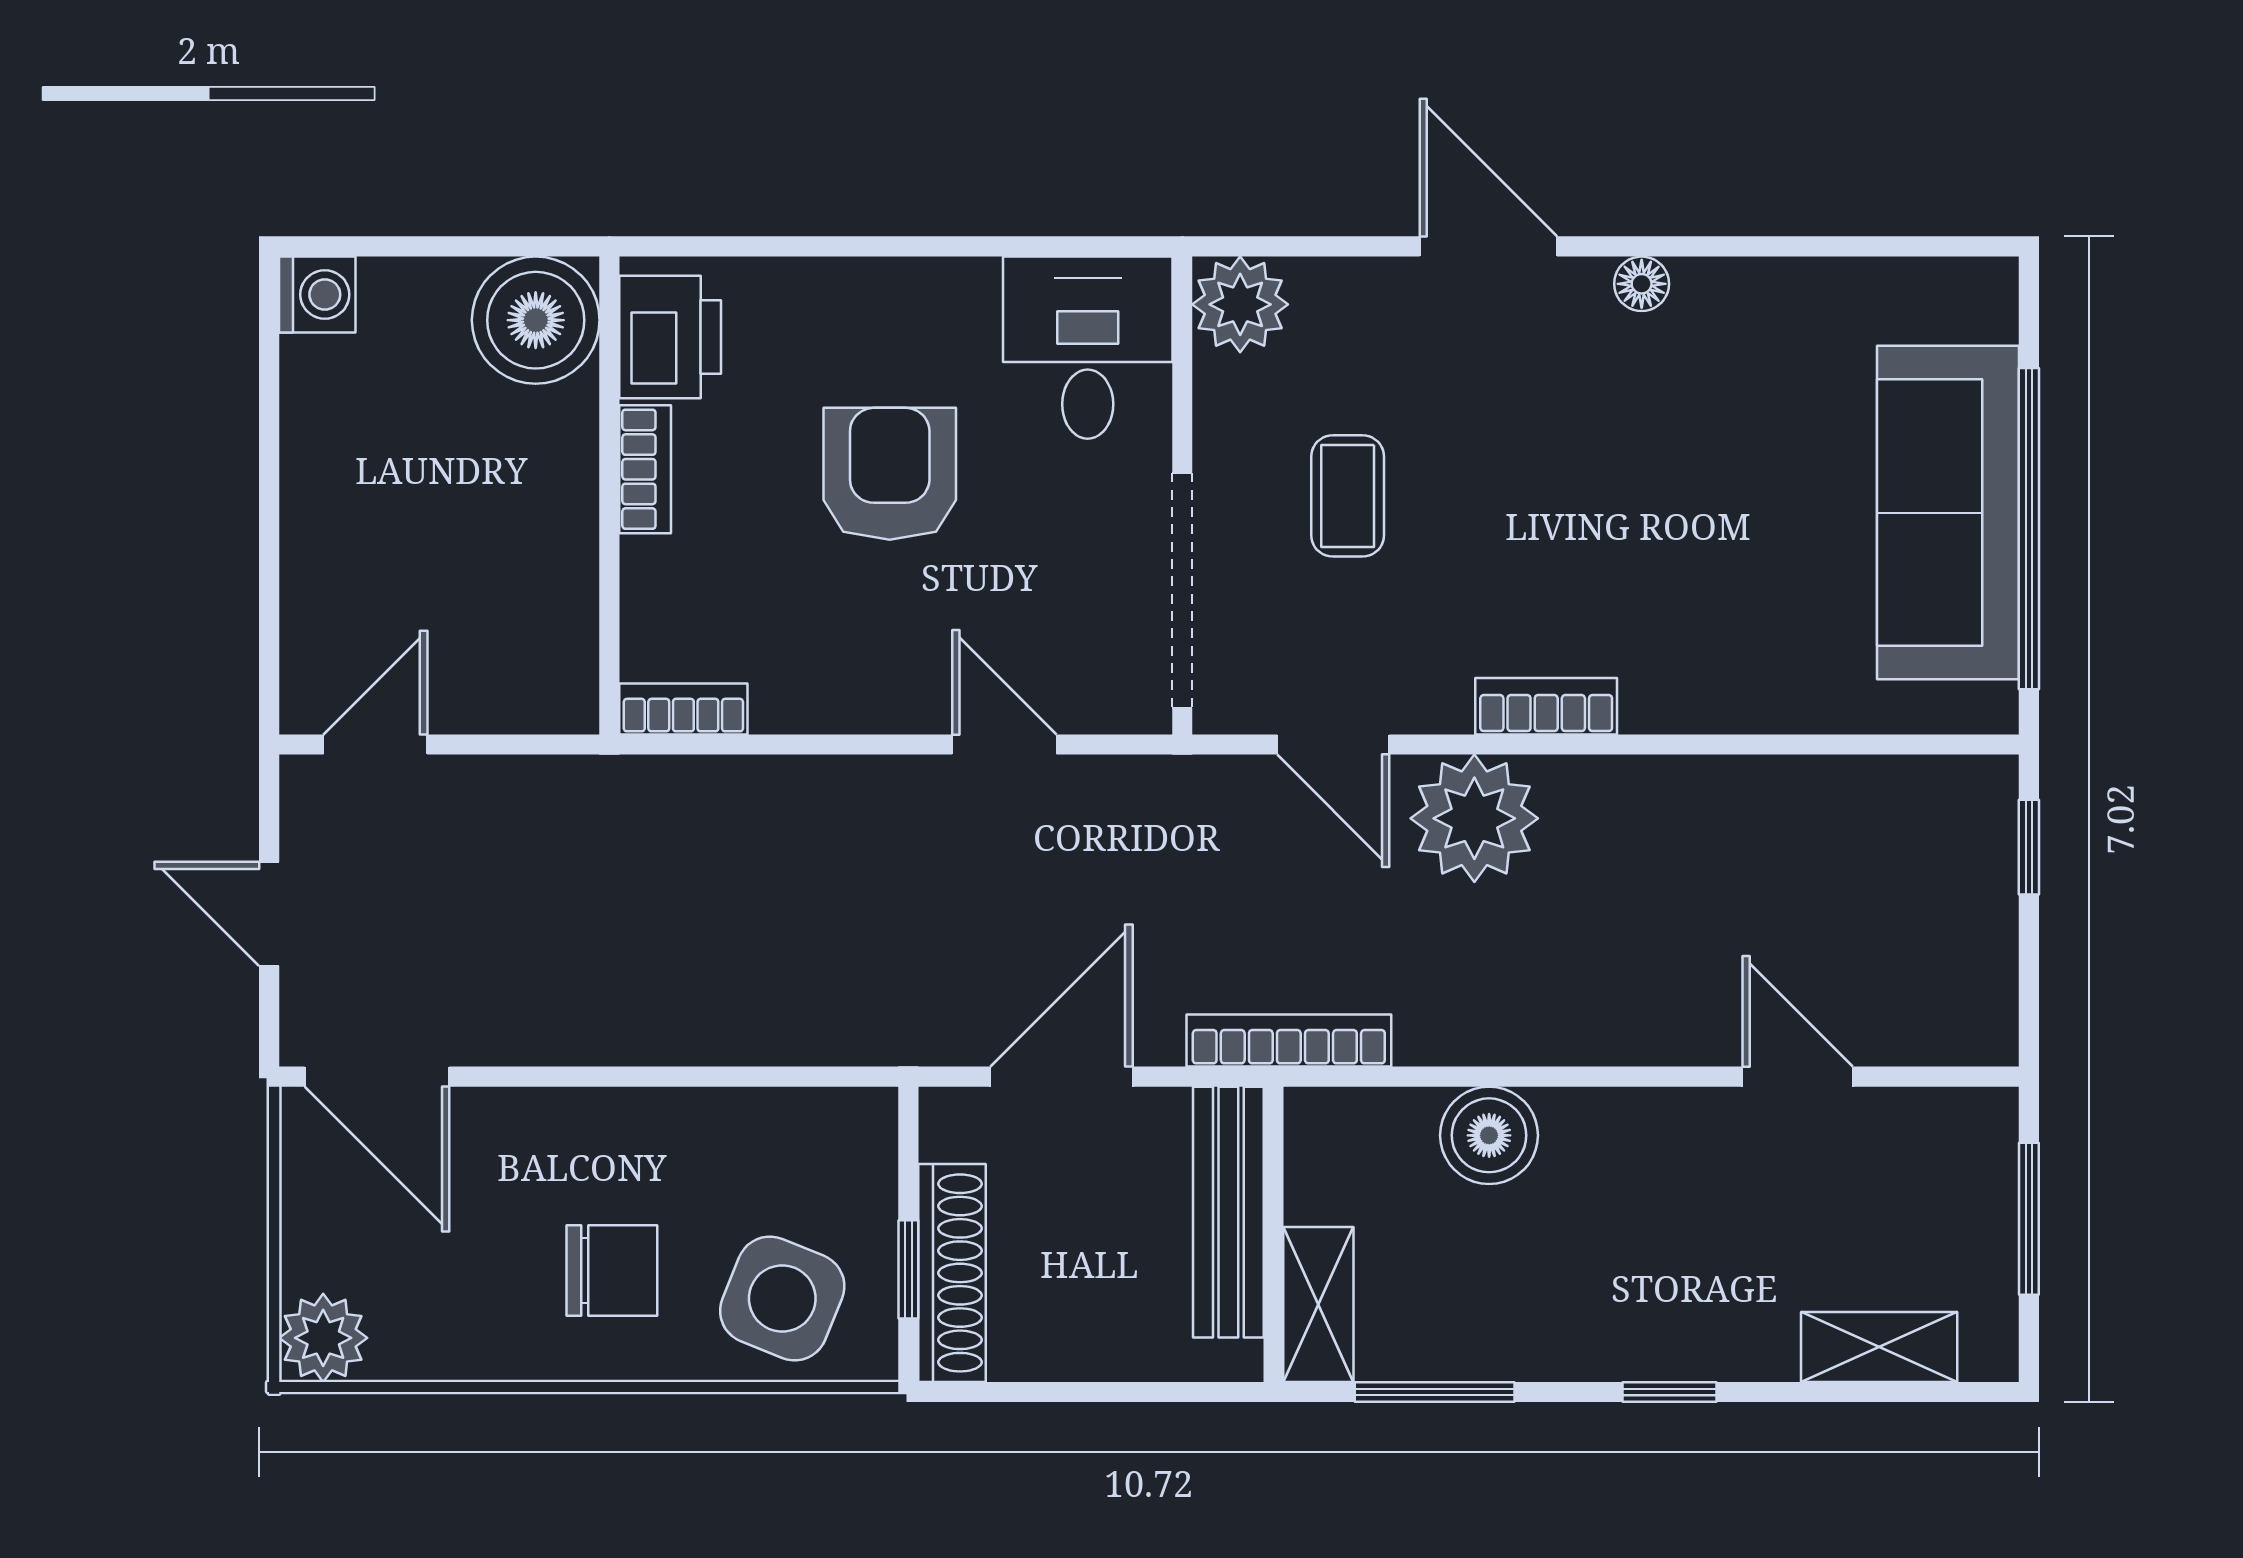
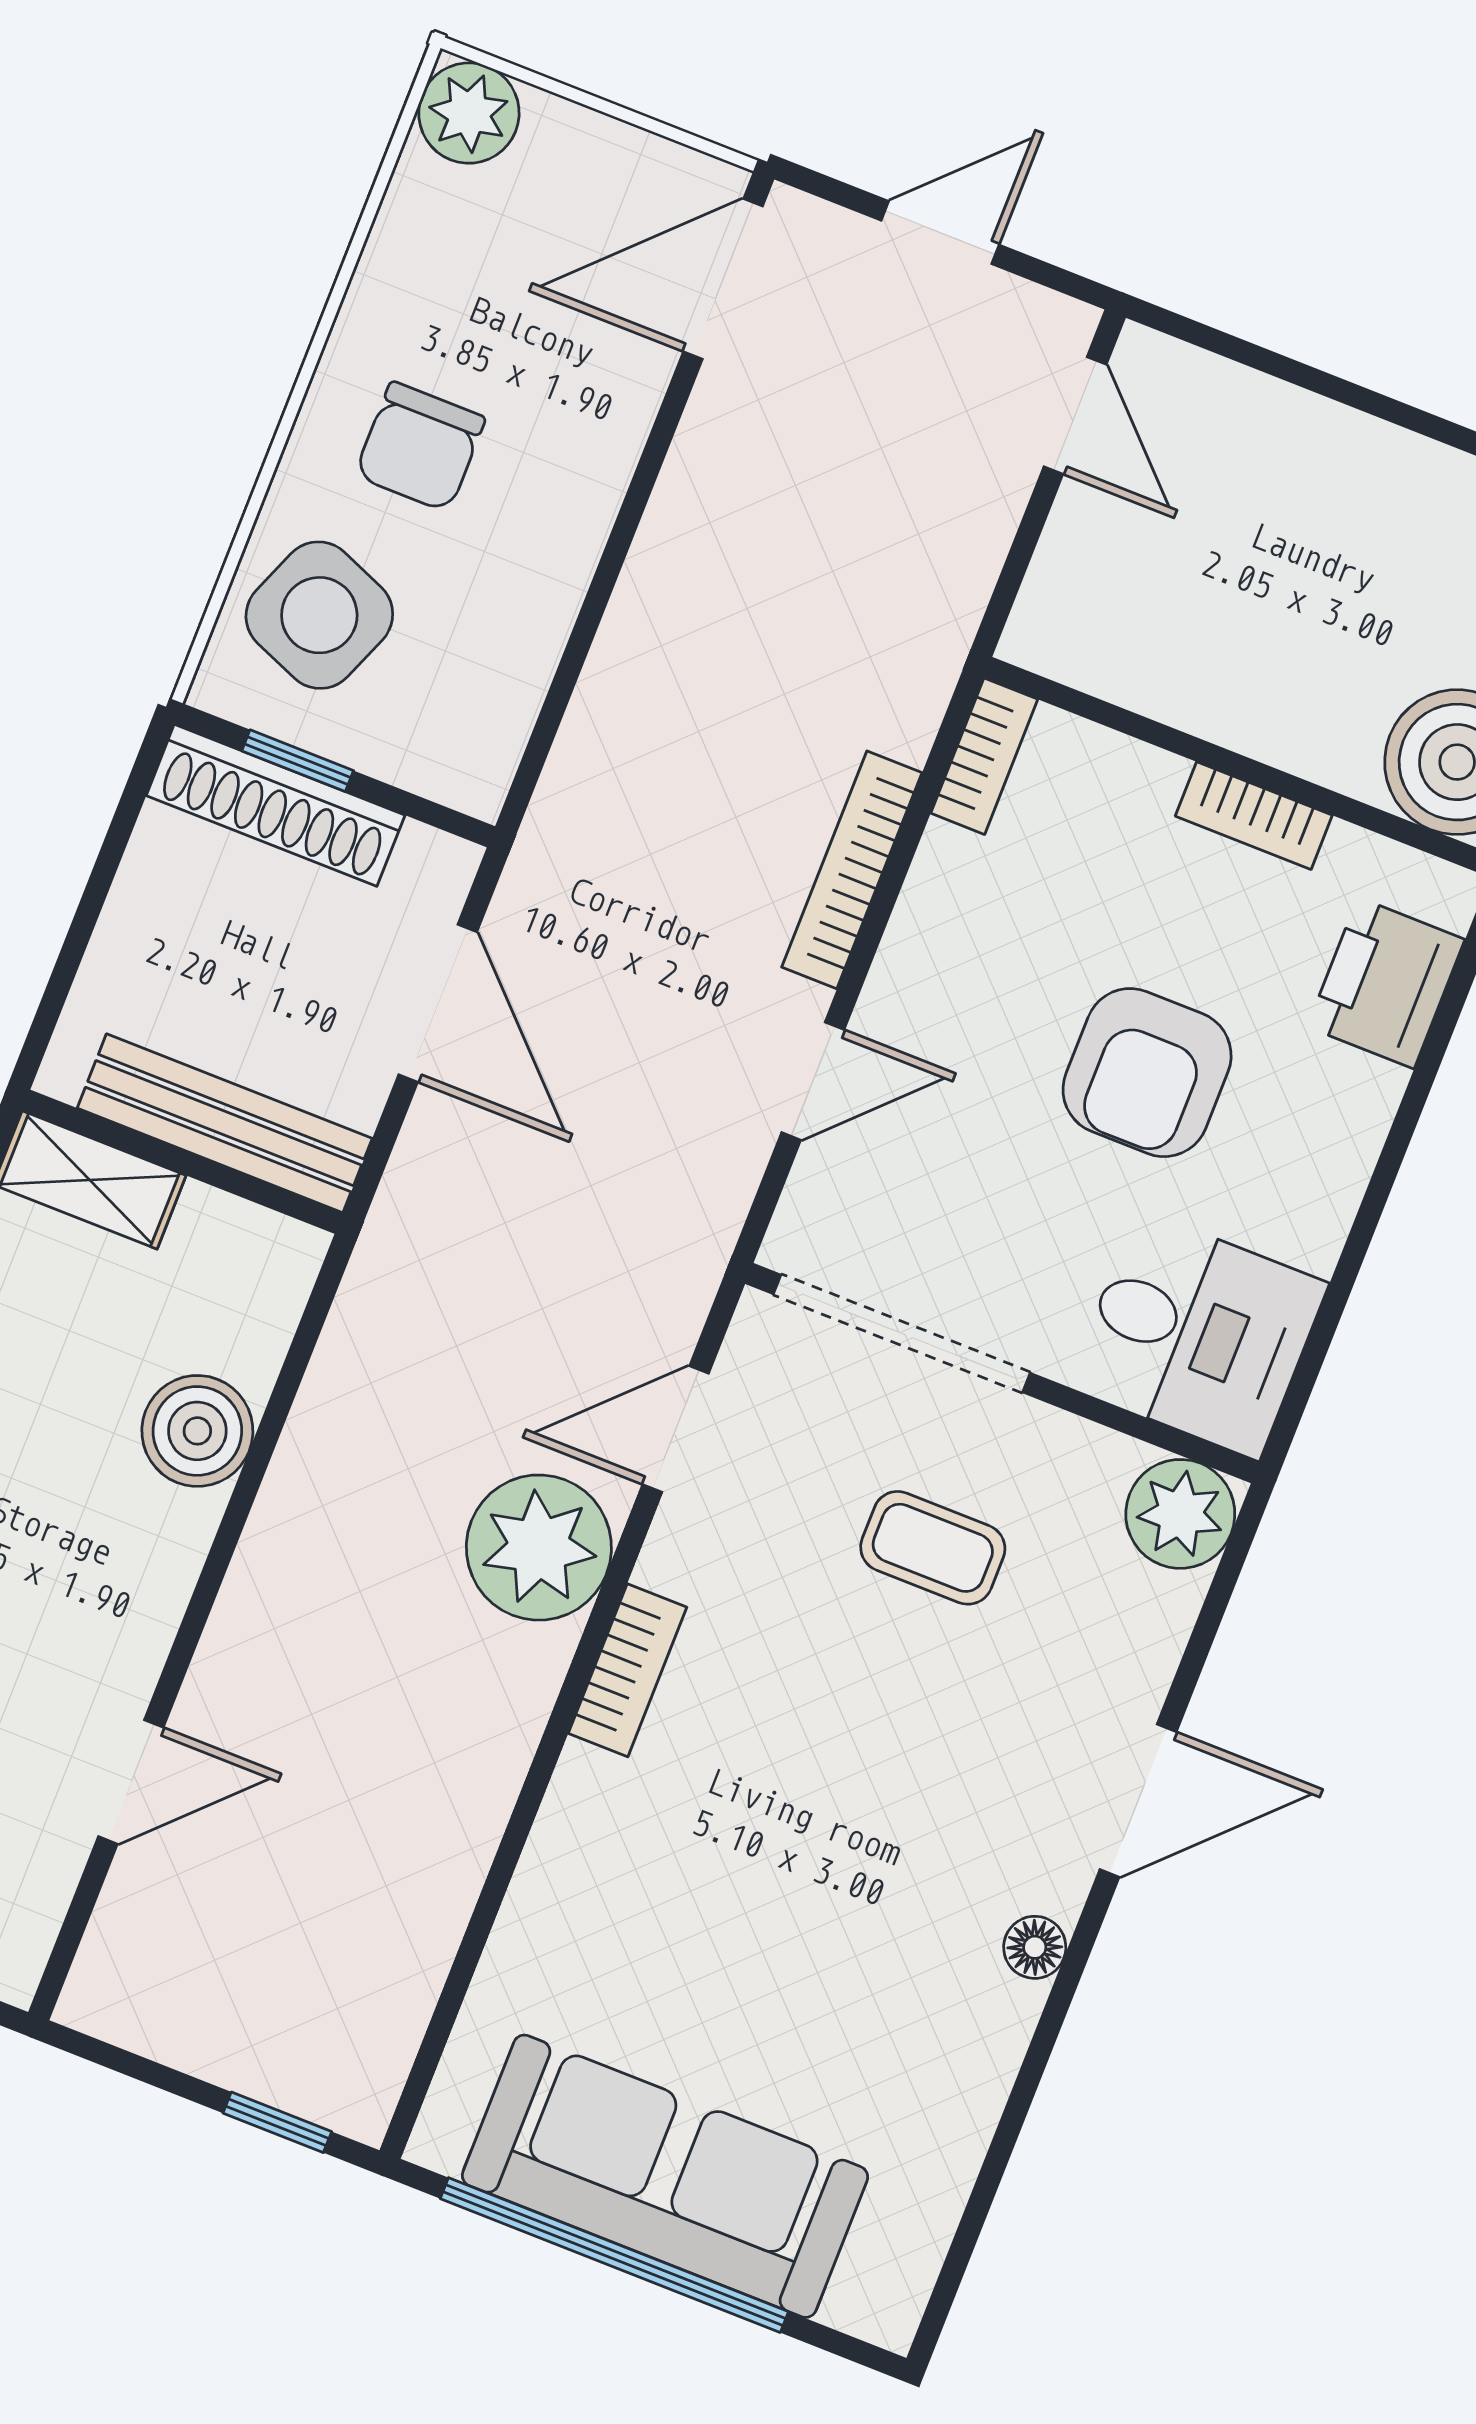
printer: (670, 337) -> (1386, 983), moved, turned 90
armchair: (890, 474) -> (1147, 1073), turned 90
bookcase: (1289, 1040) -> (852, 870), moved, turned 180

